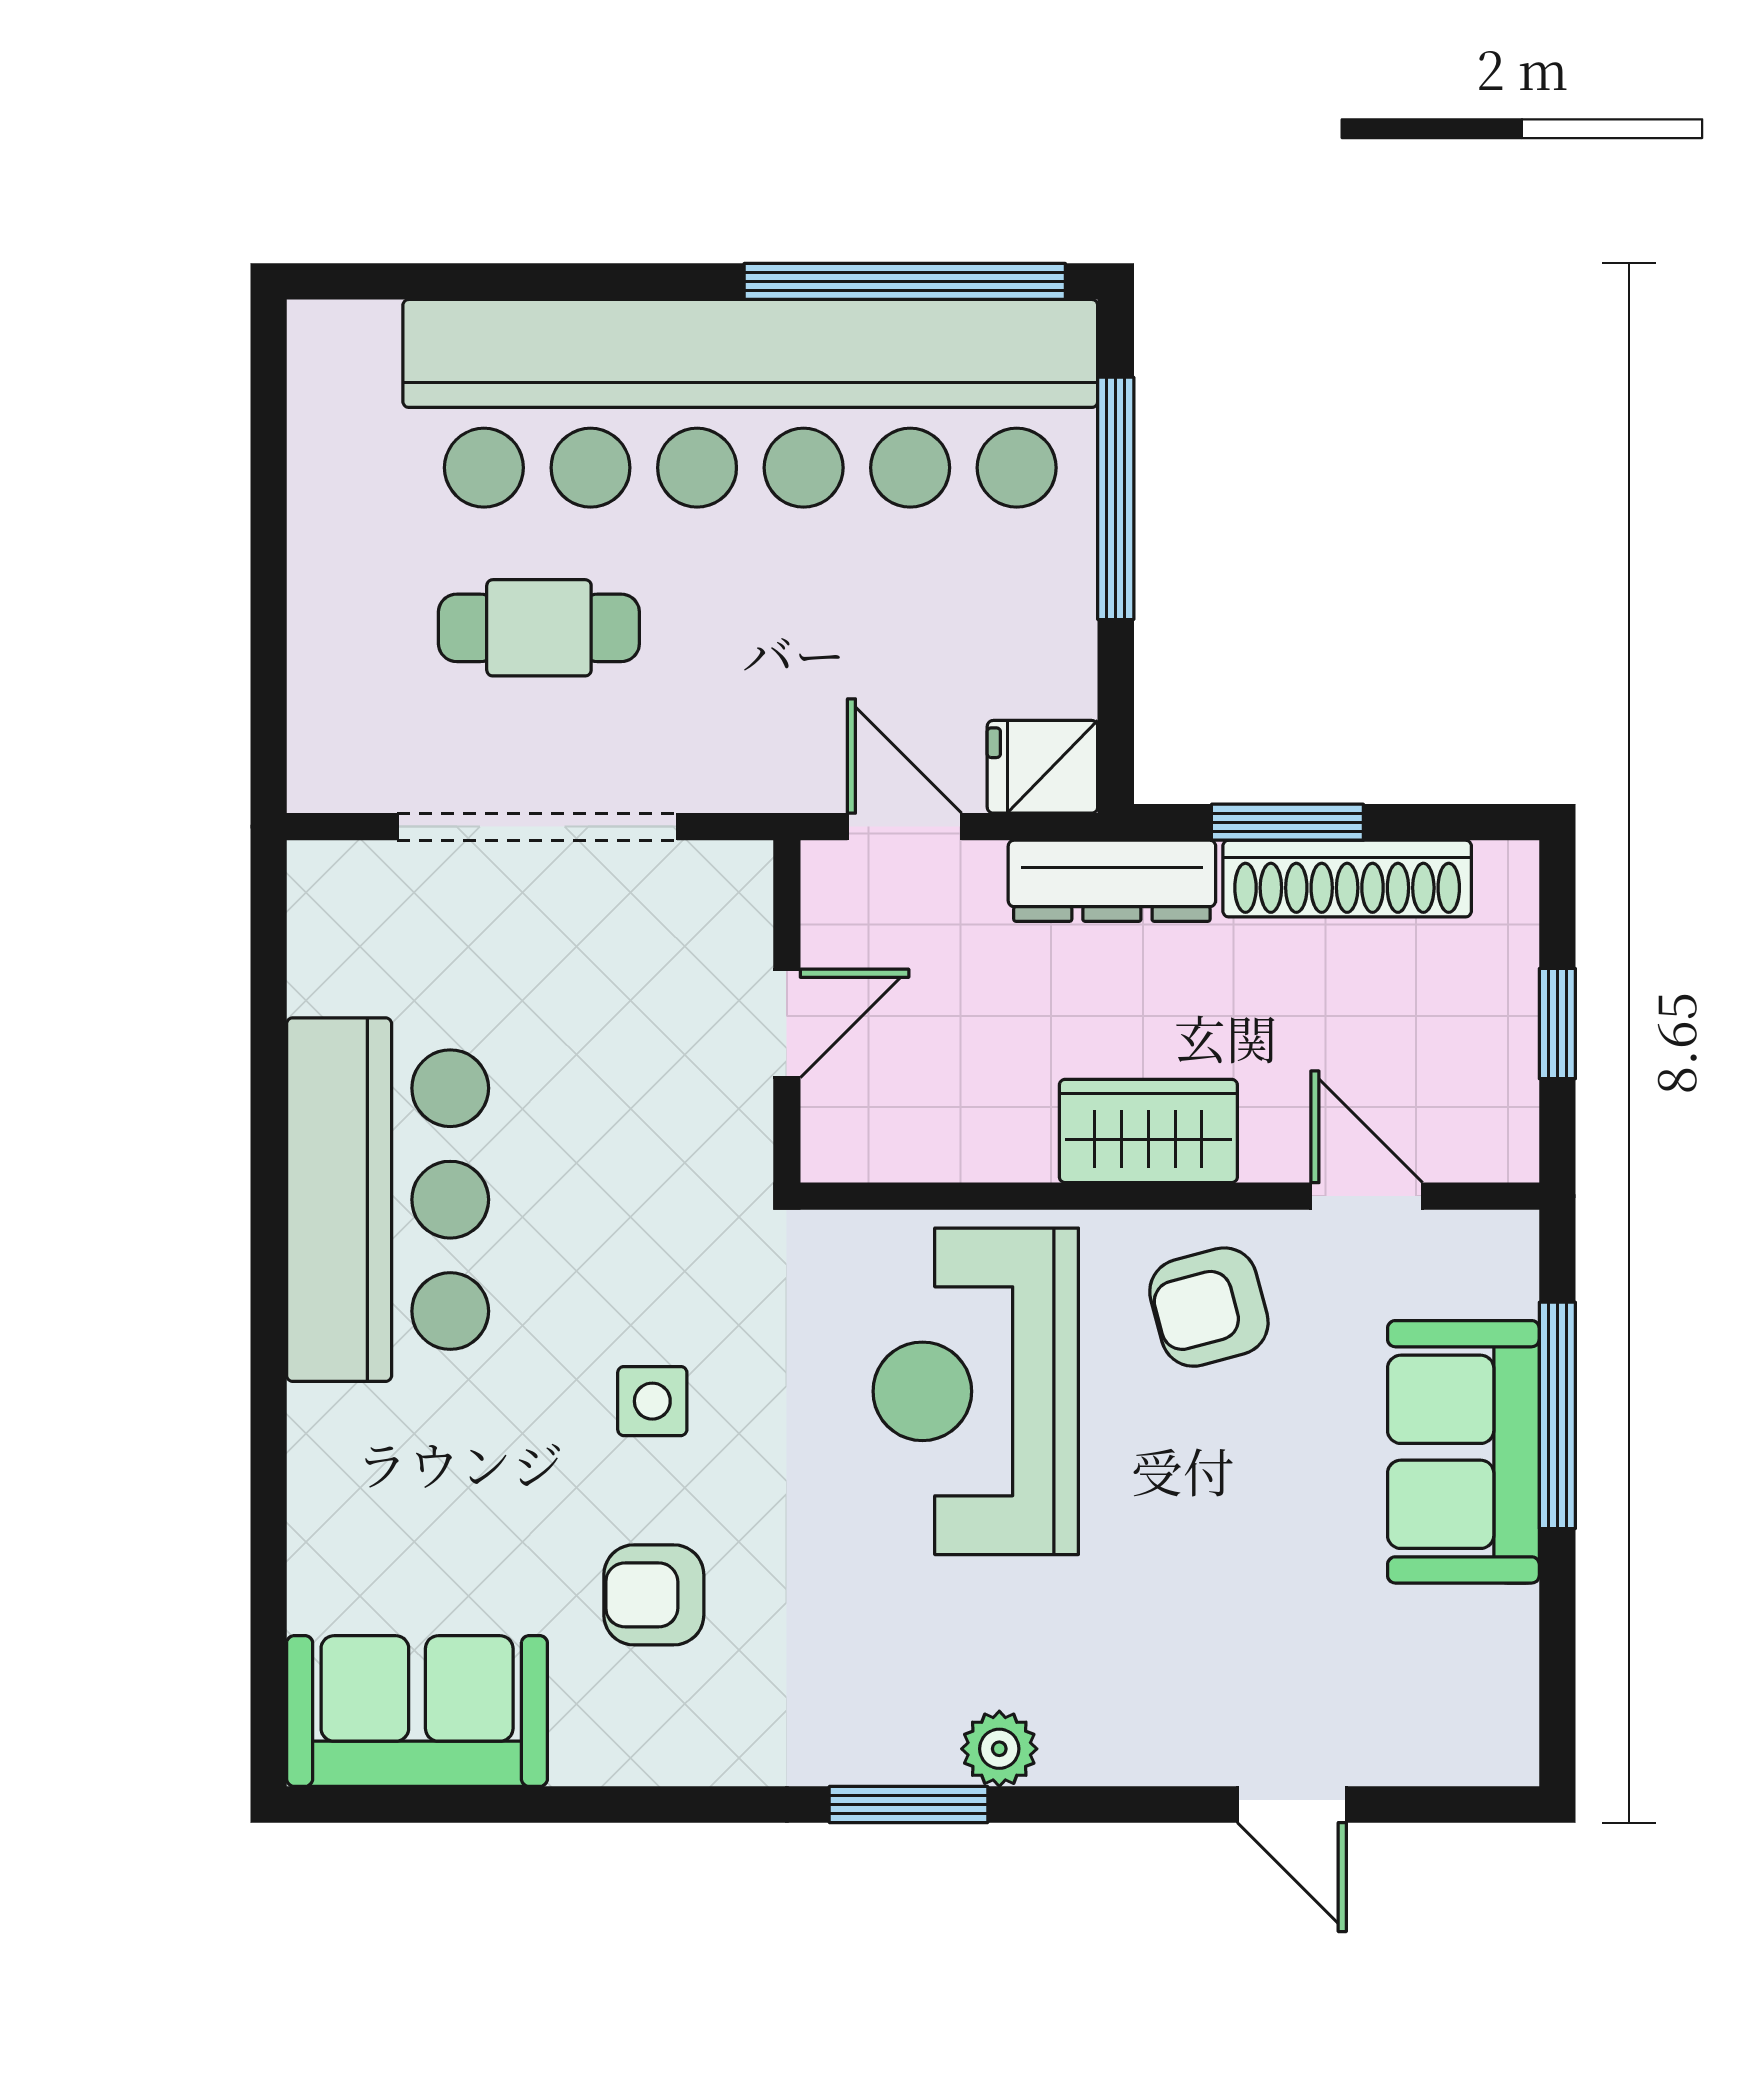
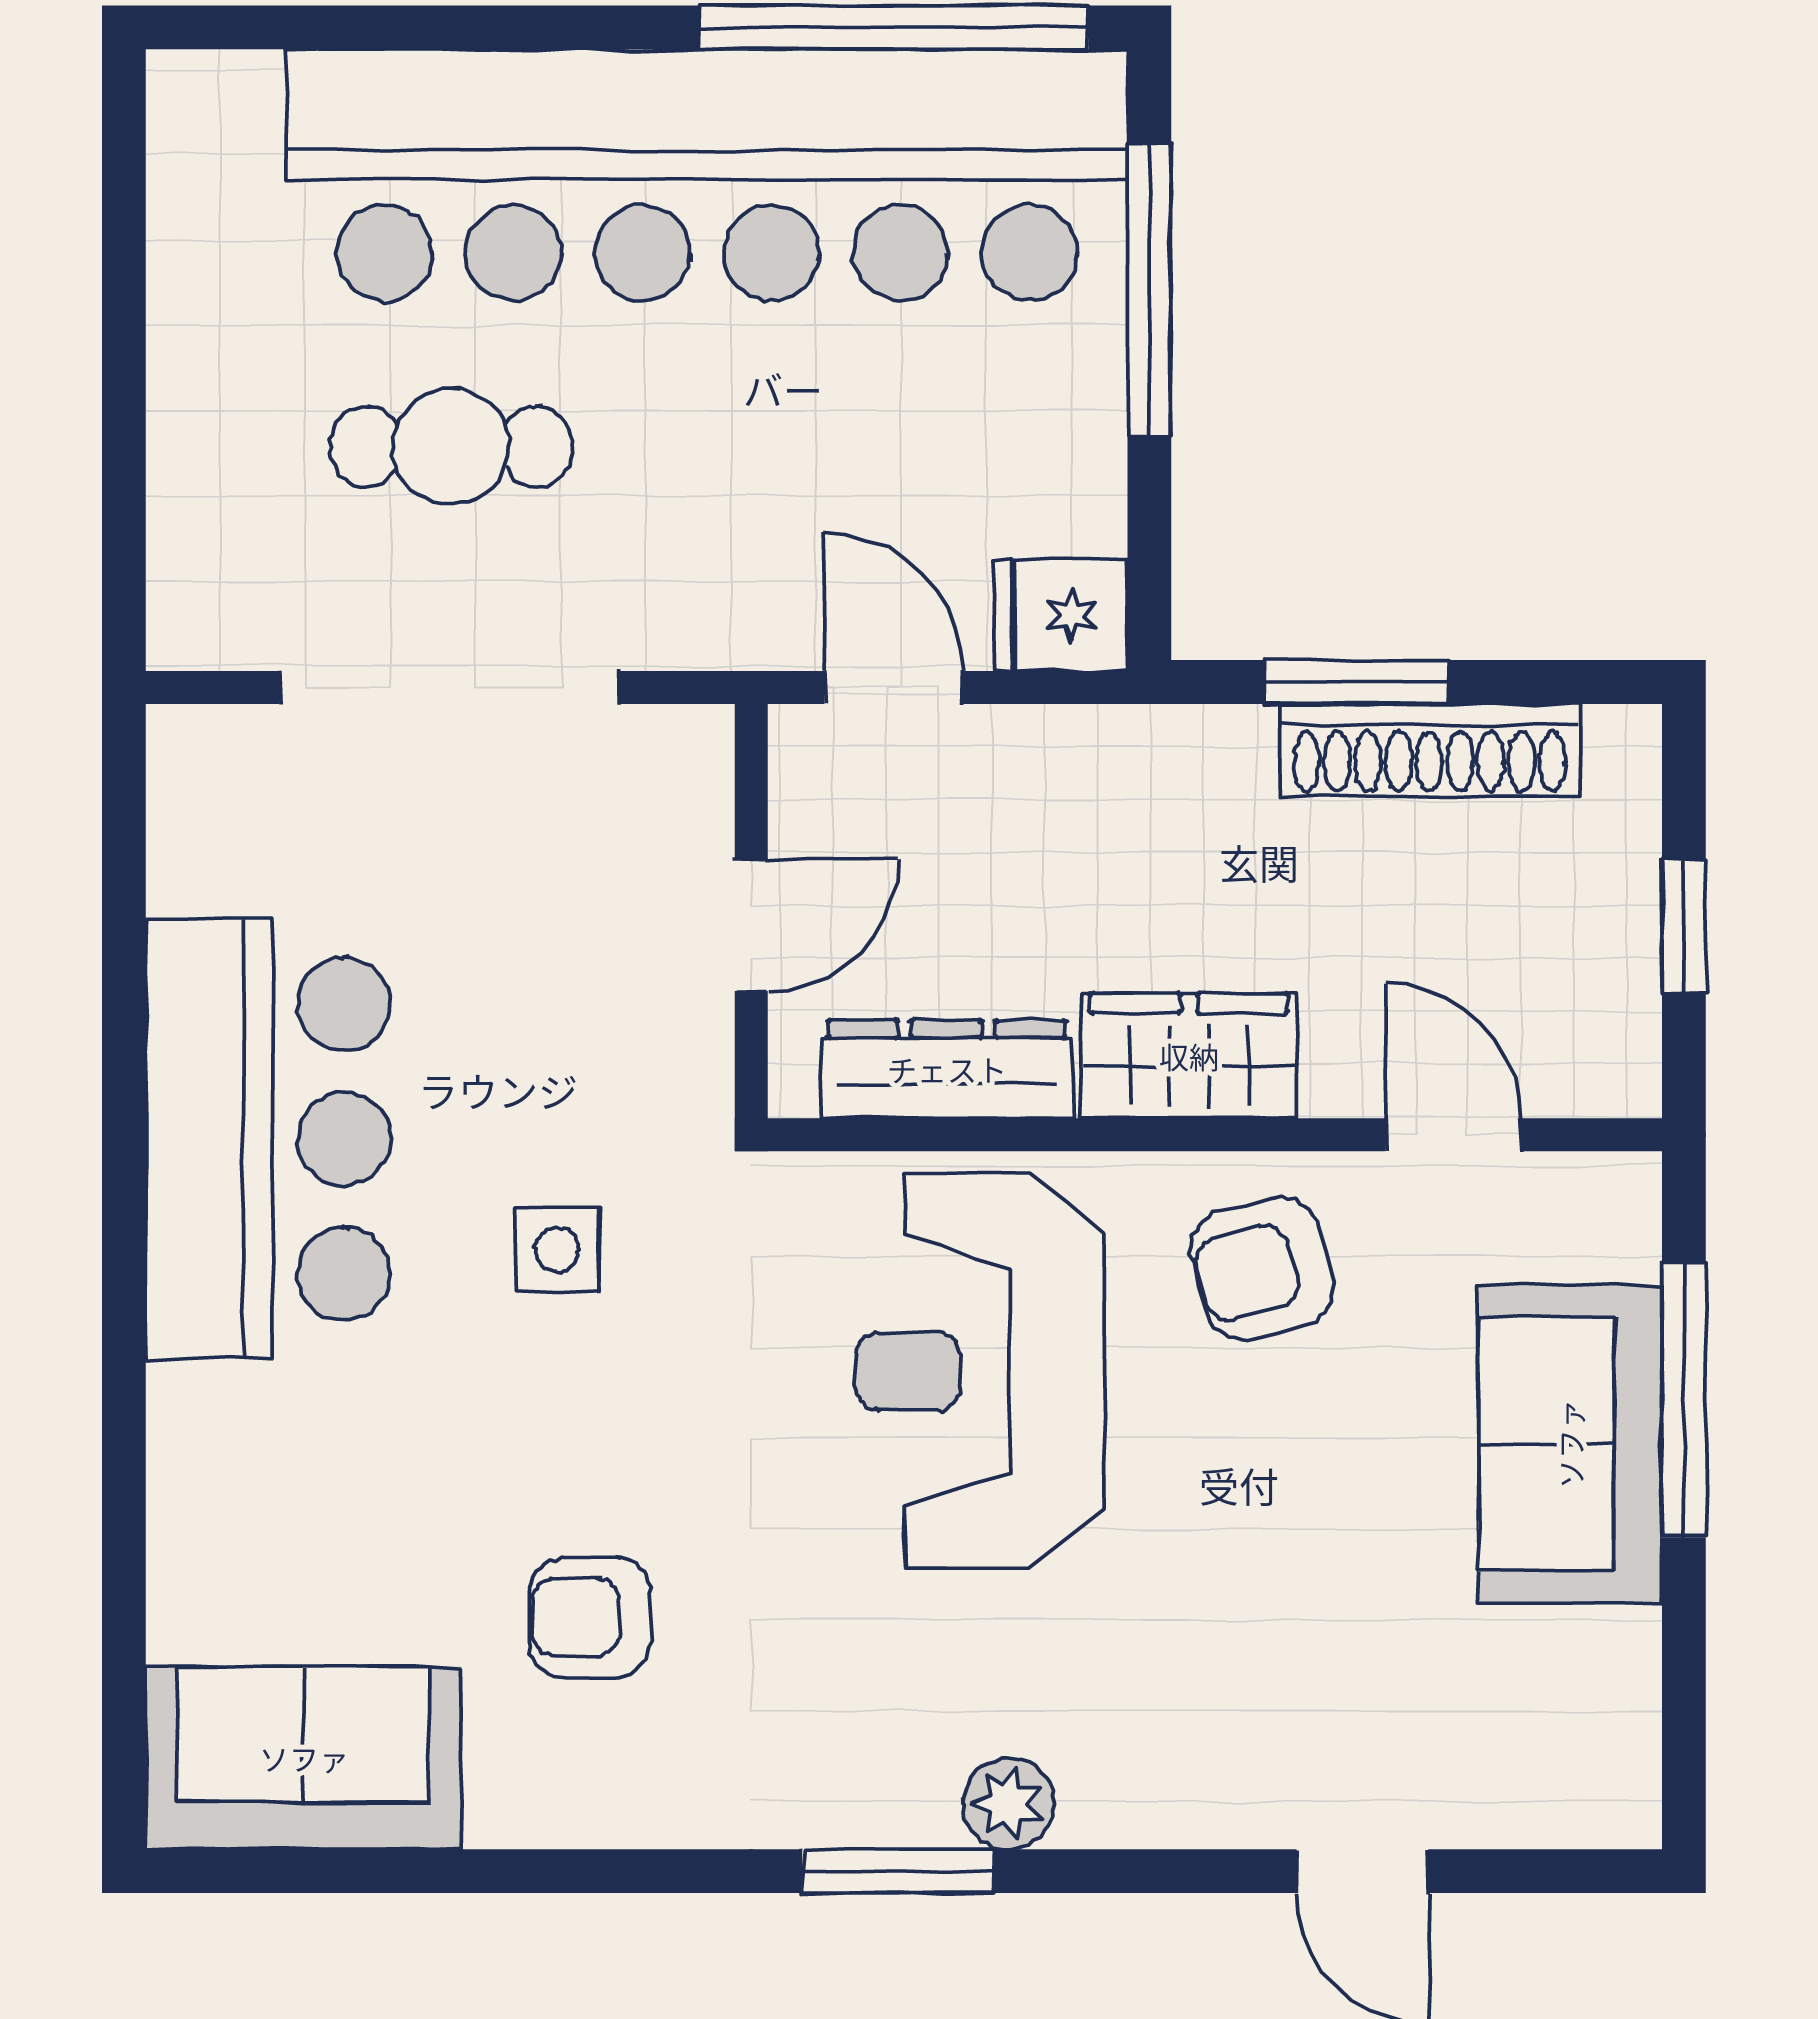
dresser: (1112, 881) -> (947, 1069), moved, turned 180
side table: (652, 1401) -> (557, 1250), moved

